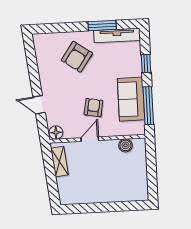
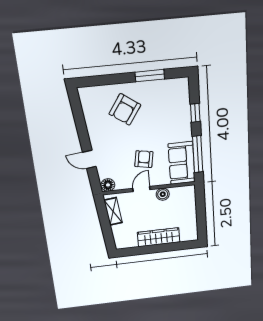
tv unit: (117, 35) -> (165, 85), removed
sofa: (131, 99) -> (182, 163), moved
boiler: (125, 145) -> (163, 194), moved
wardrobe: (106, 194) -> (159, 237), added

